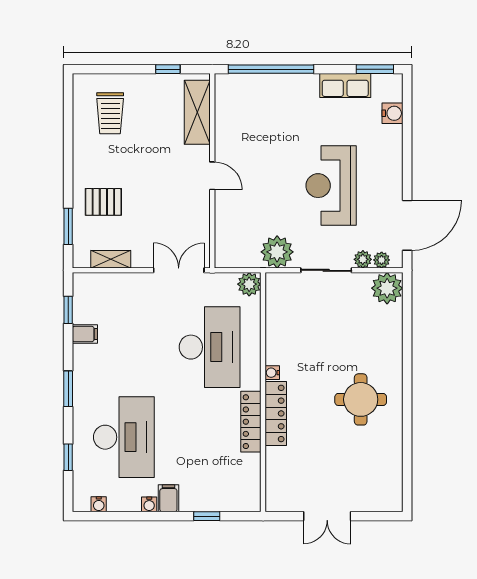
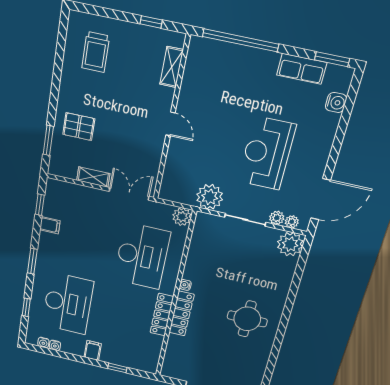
shelving: (197, 112) -> (172, 67), width x0.67, depth x0.75
shelving: (111, 259) -> (93, 177), moved
water cooler: (149, 504) -> (55, 345), moved

